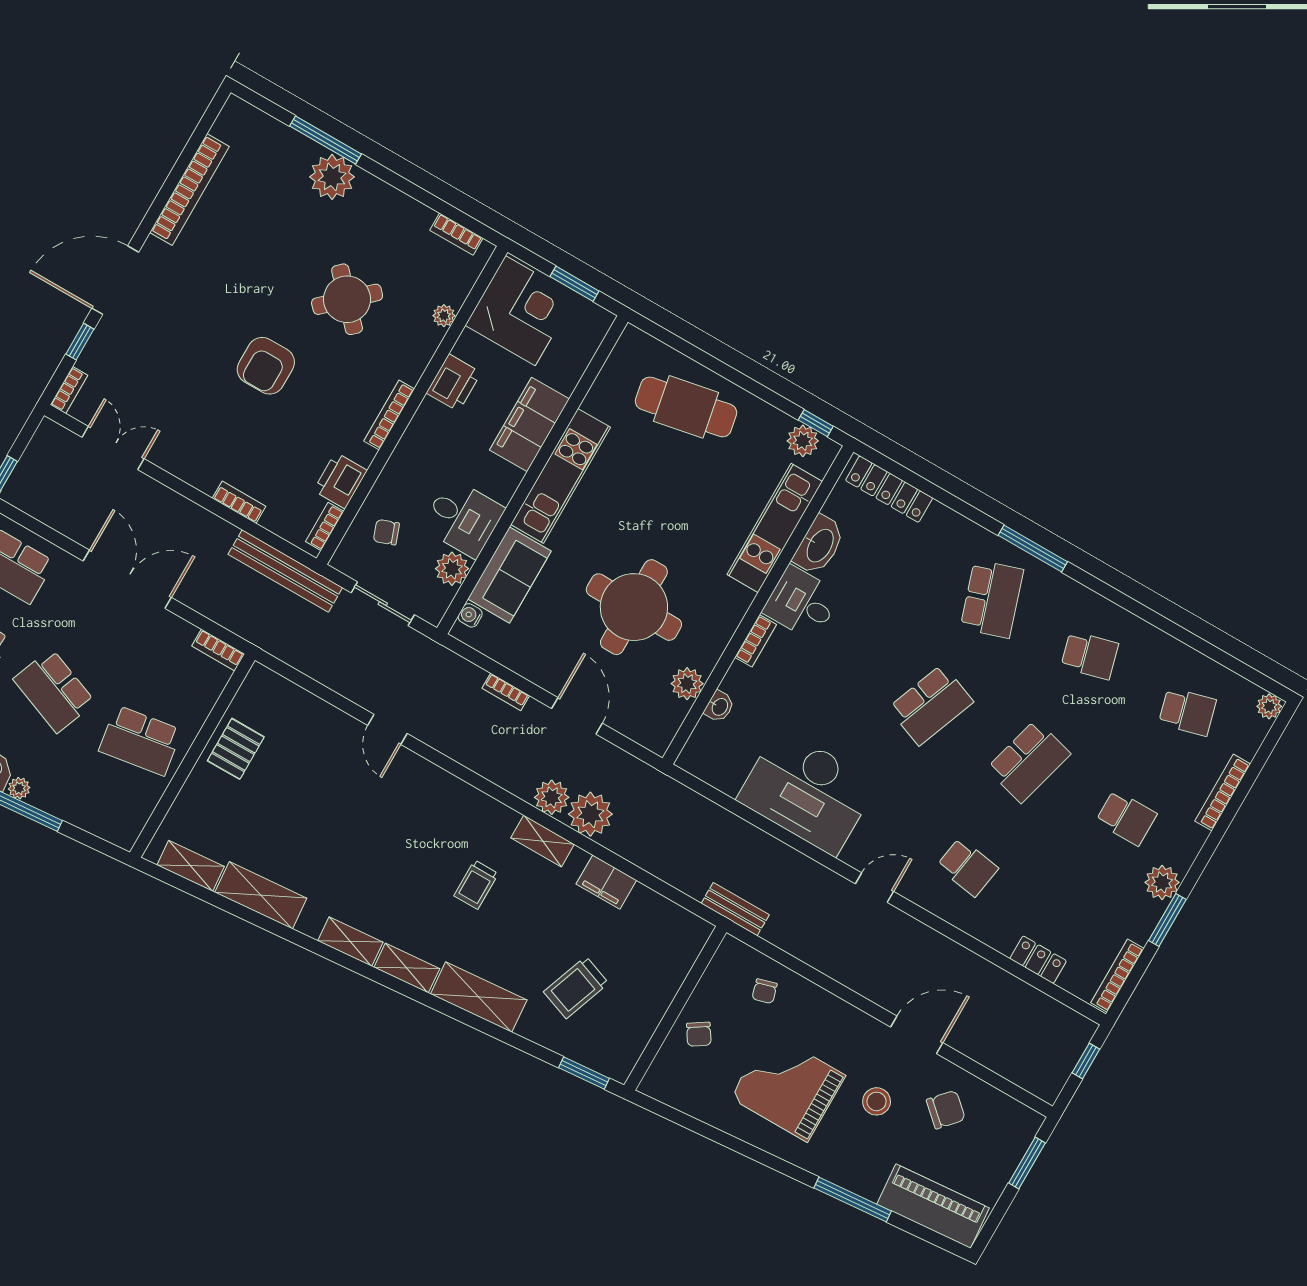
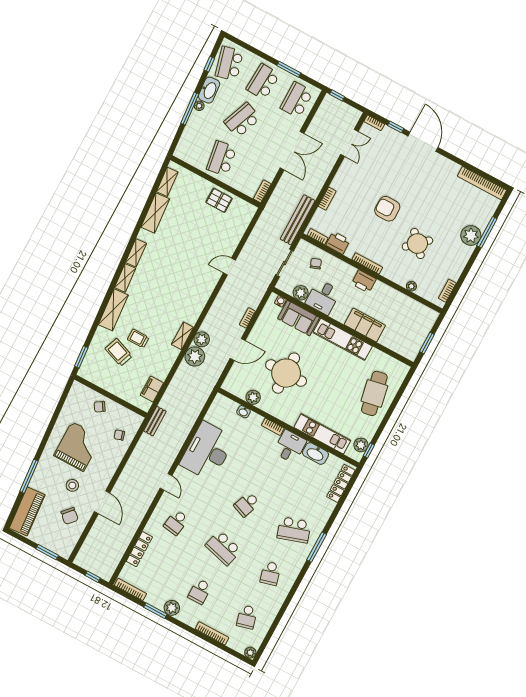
bookcase: (189, 190) -> (482, 183), moved
corner desk: (520, 311) -> (415, 320), removed
printer: (454, 383) -> (364, 281), moved
school desk: (931, 705) -> (247, 504), width x0.54
filing cabinet: (606, 882) -> (152, 389), moved
trolley: (476, 885) -> (138, 338), moved
locker: (1038, 960) -> (139, 549), width x1.53

